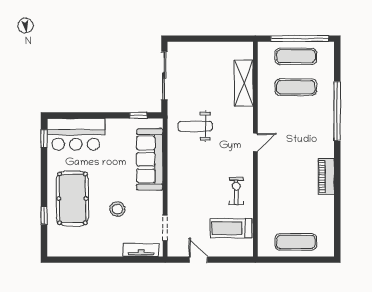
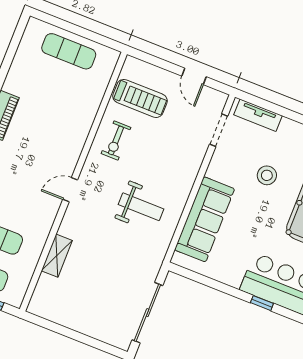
shelving: (244, 83) -> (57, 256), width x0.67, depth x0.75
window: (138, 115) -> (262, 303), moved
weight bench: (195, 126) -> (141, 207), moved

